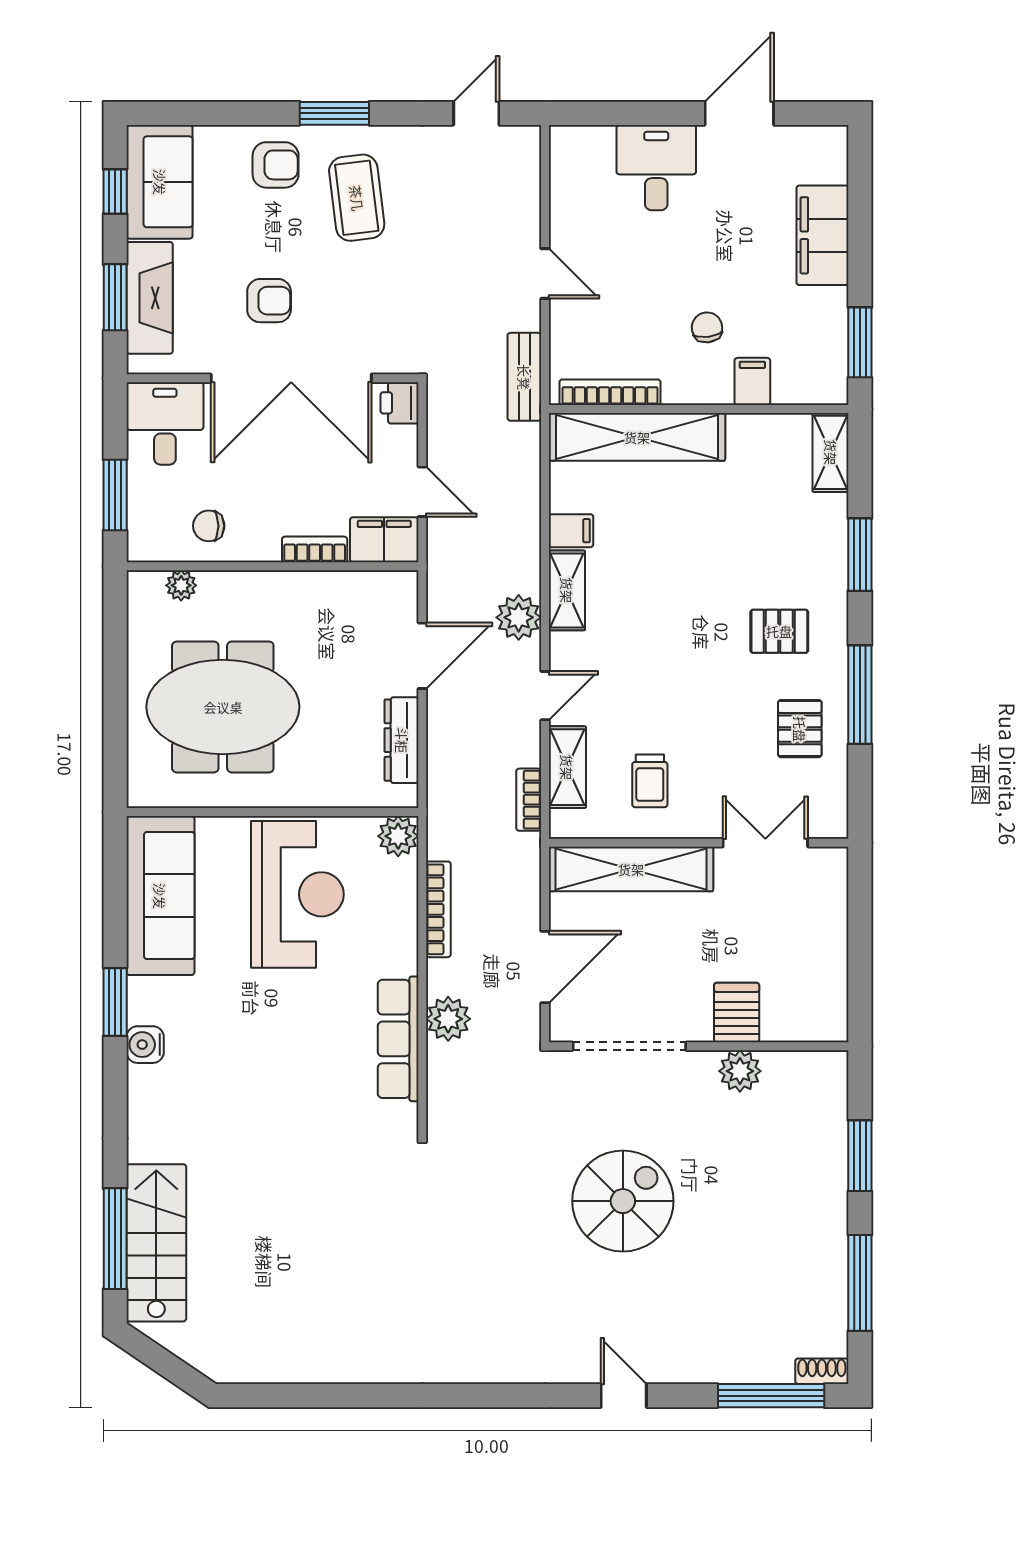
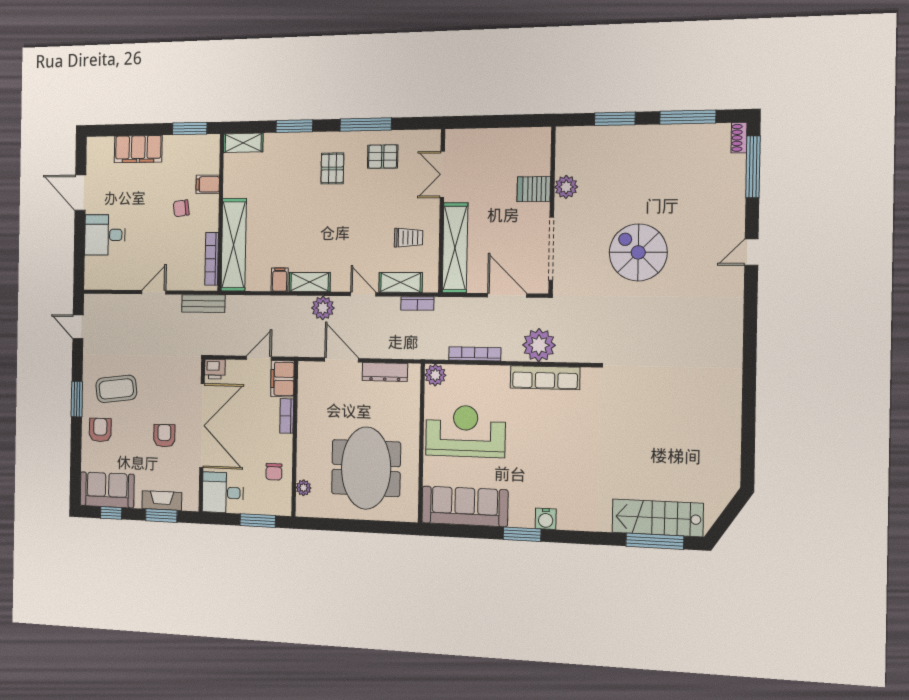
fireplace: (150, 298) -> (162, 501), width x0.73, depth x0.76
plant: (448, 1019) -> (539, 345), width x1.36, depth x1.36

